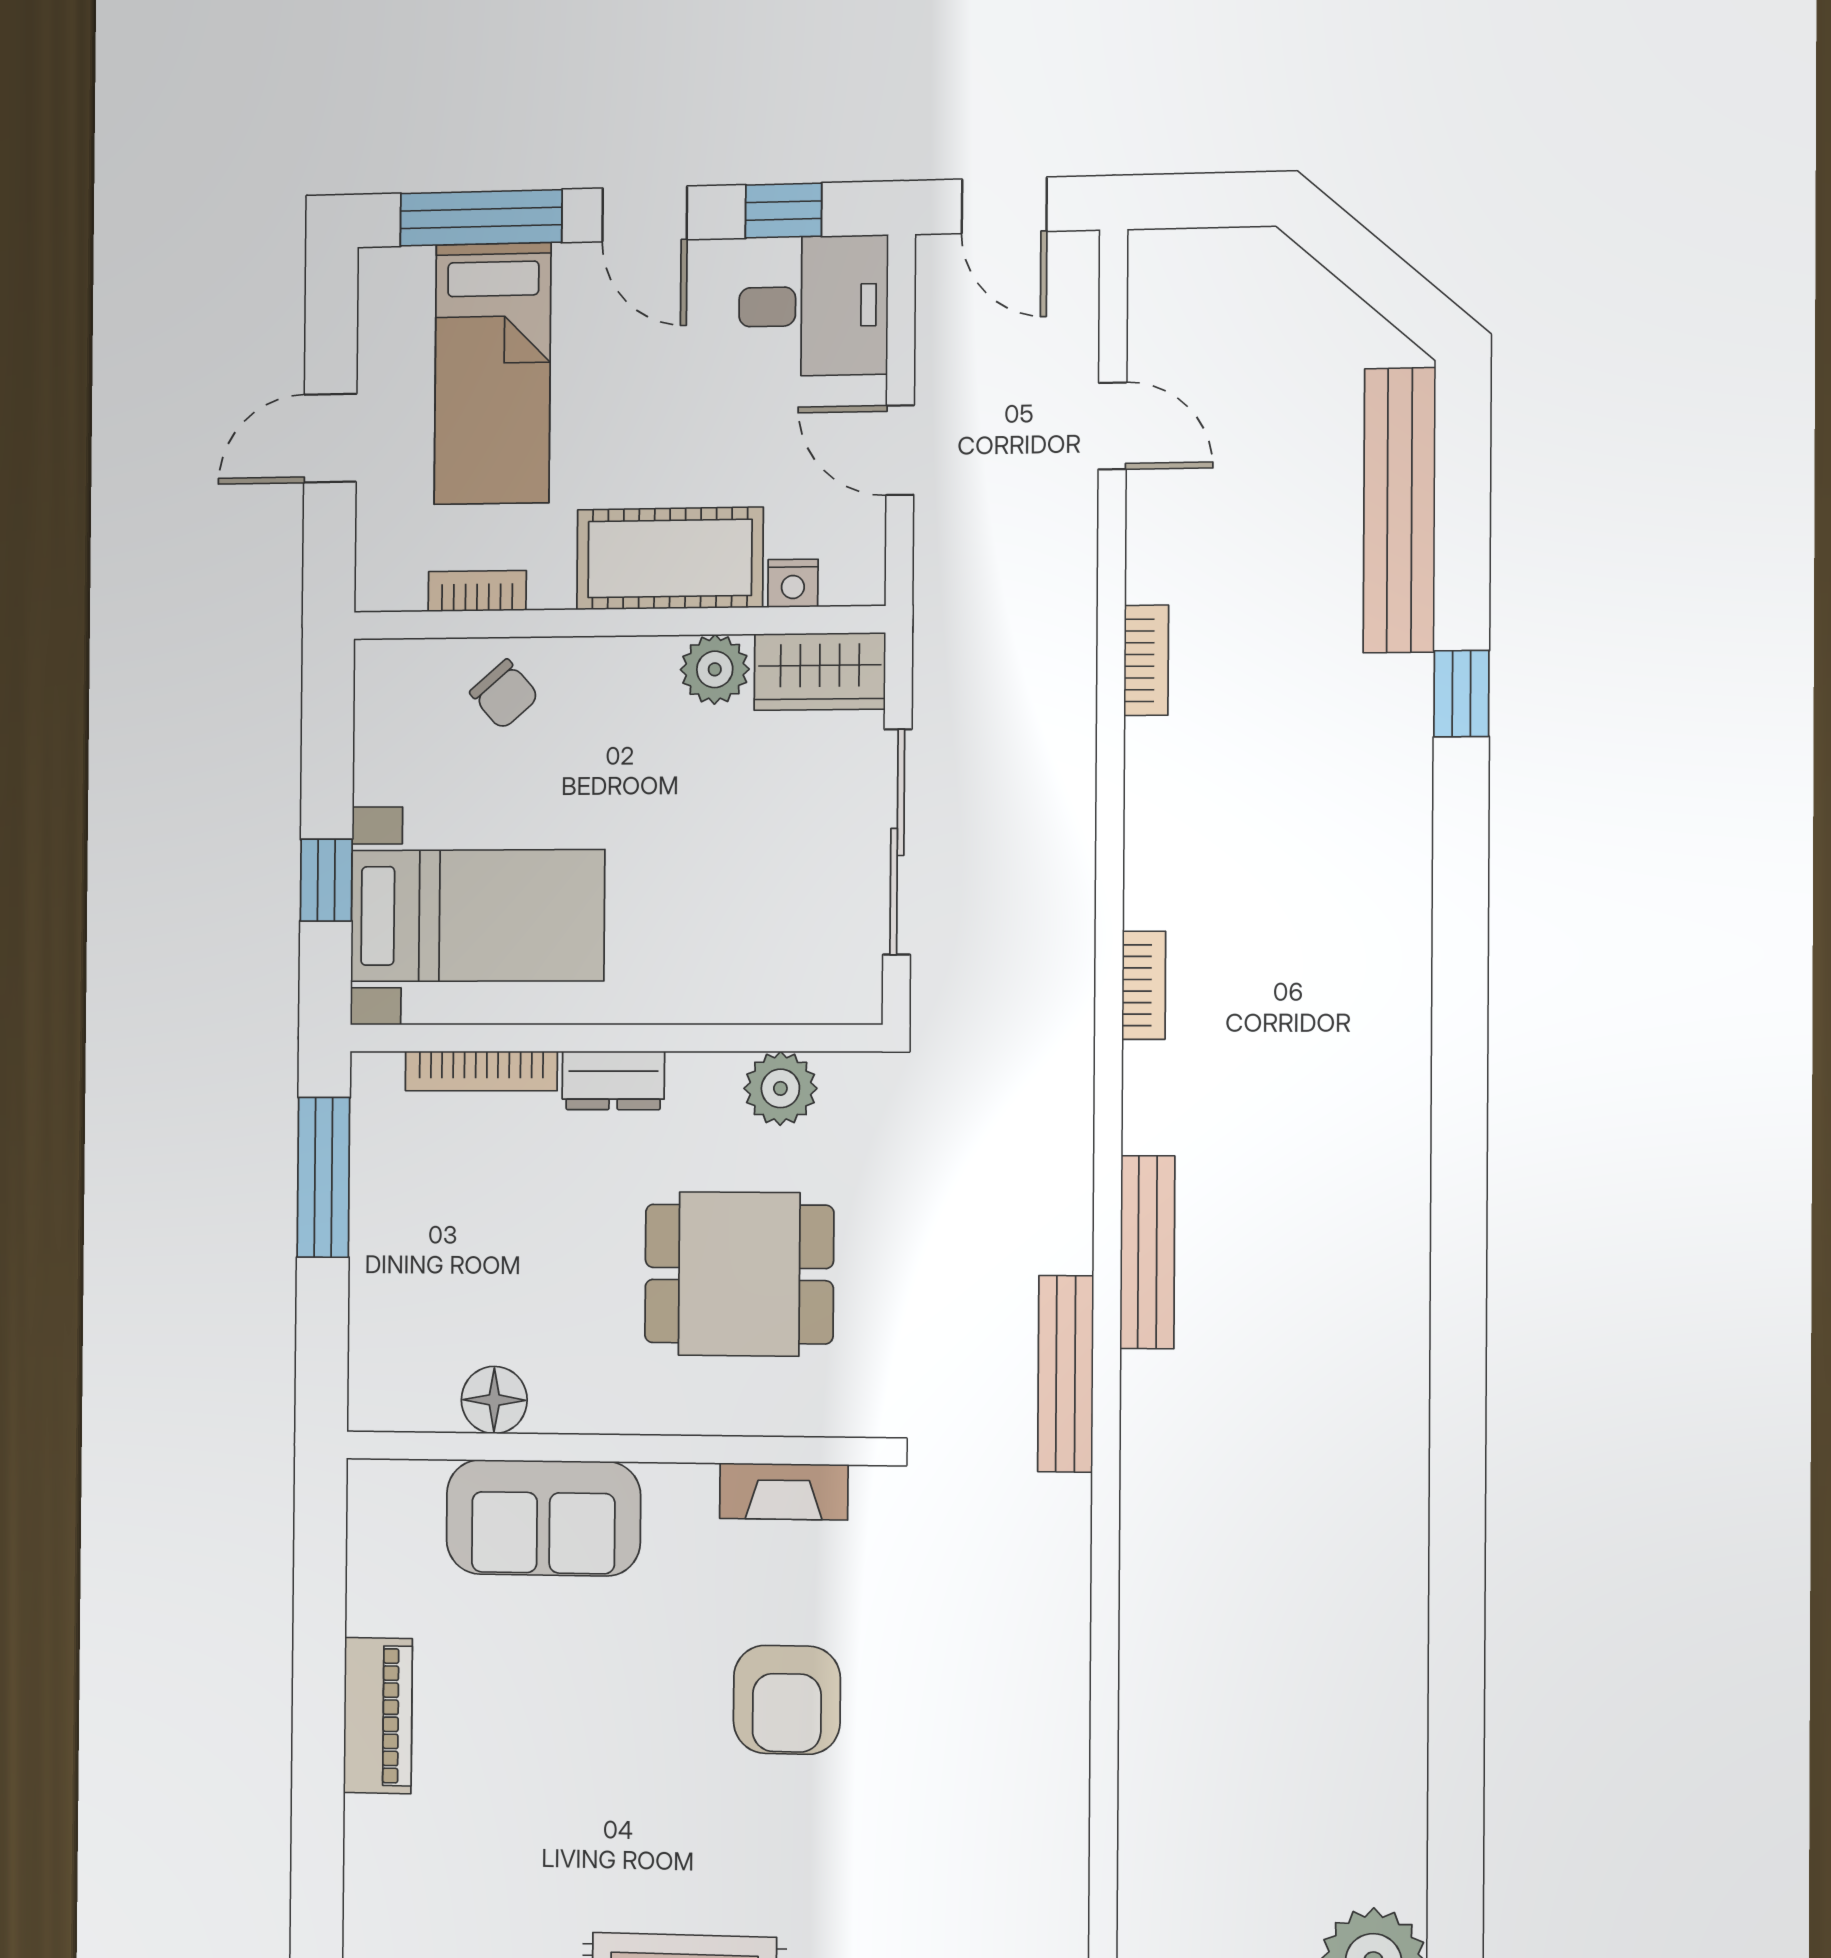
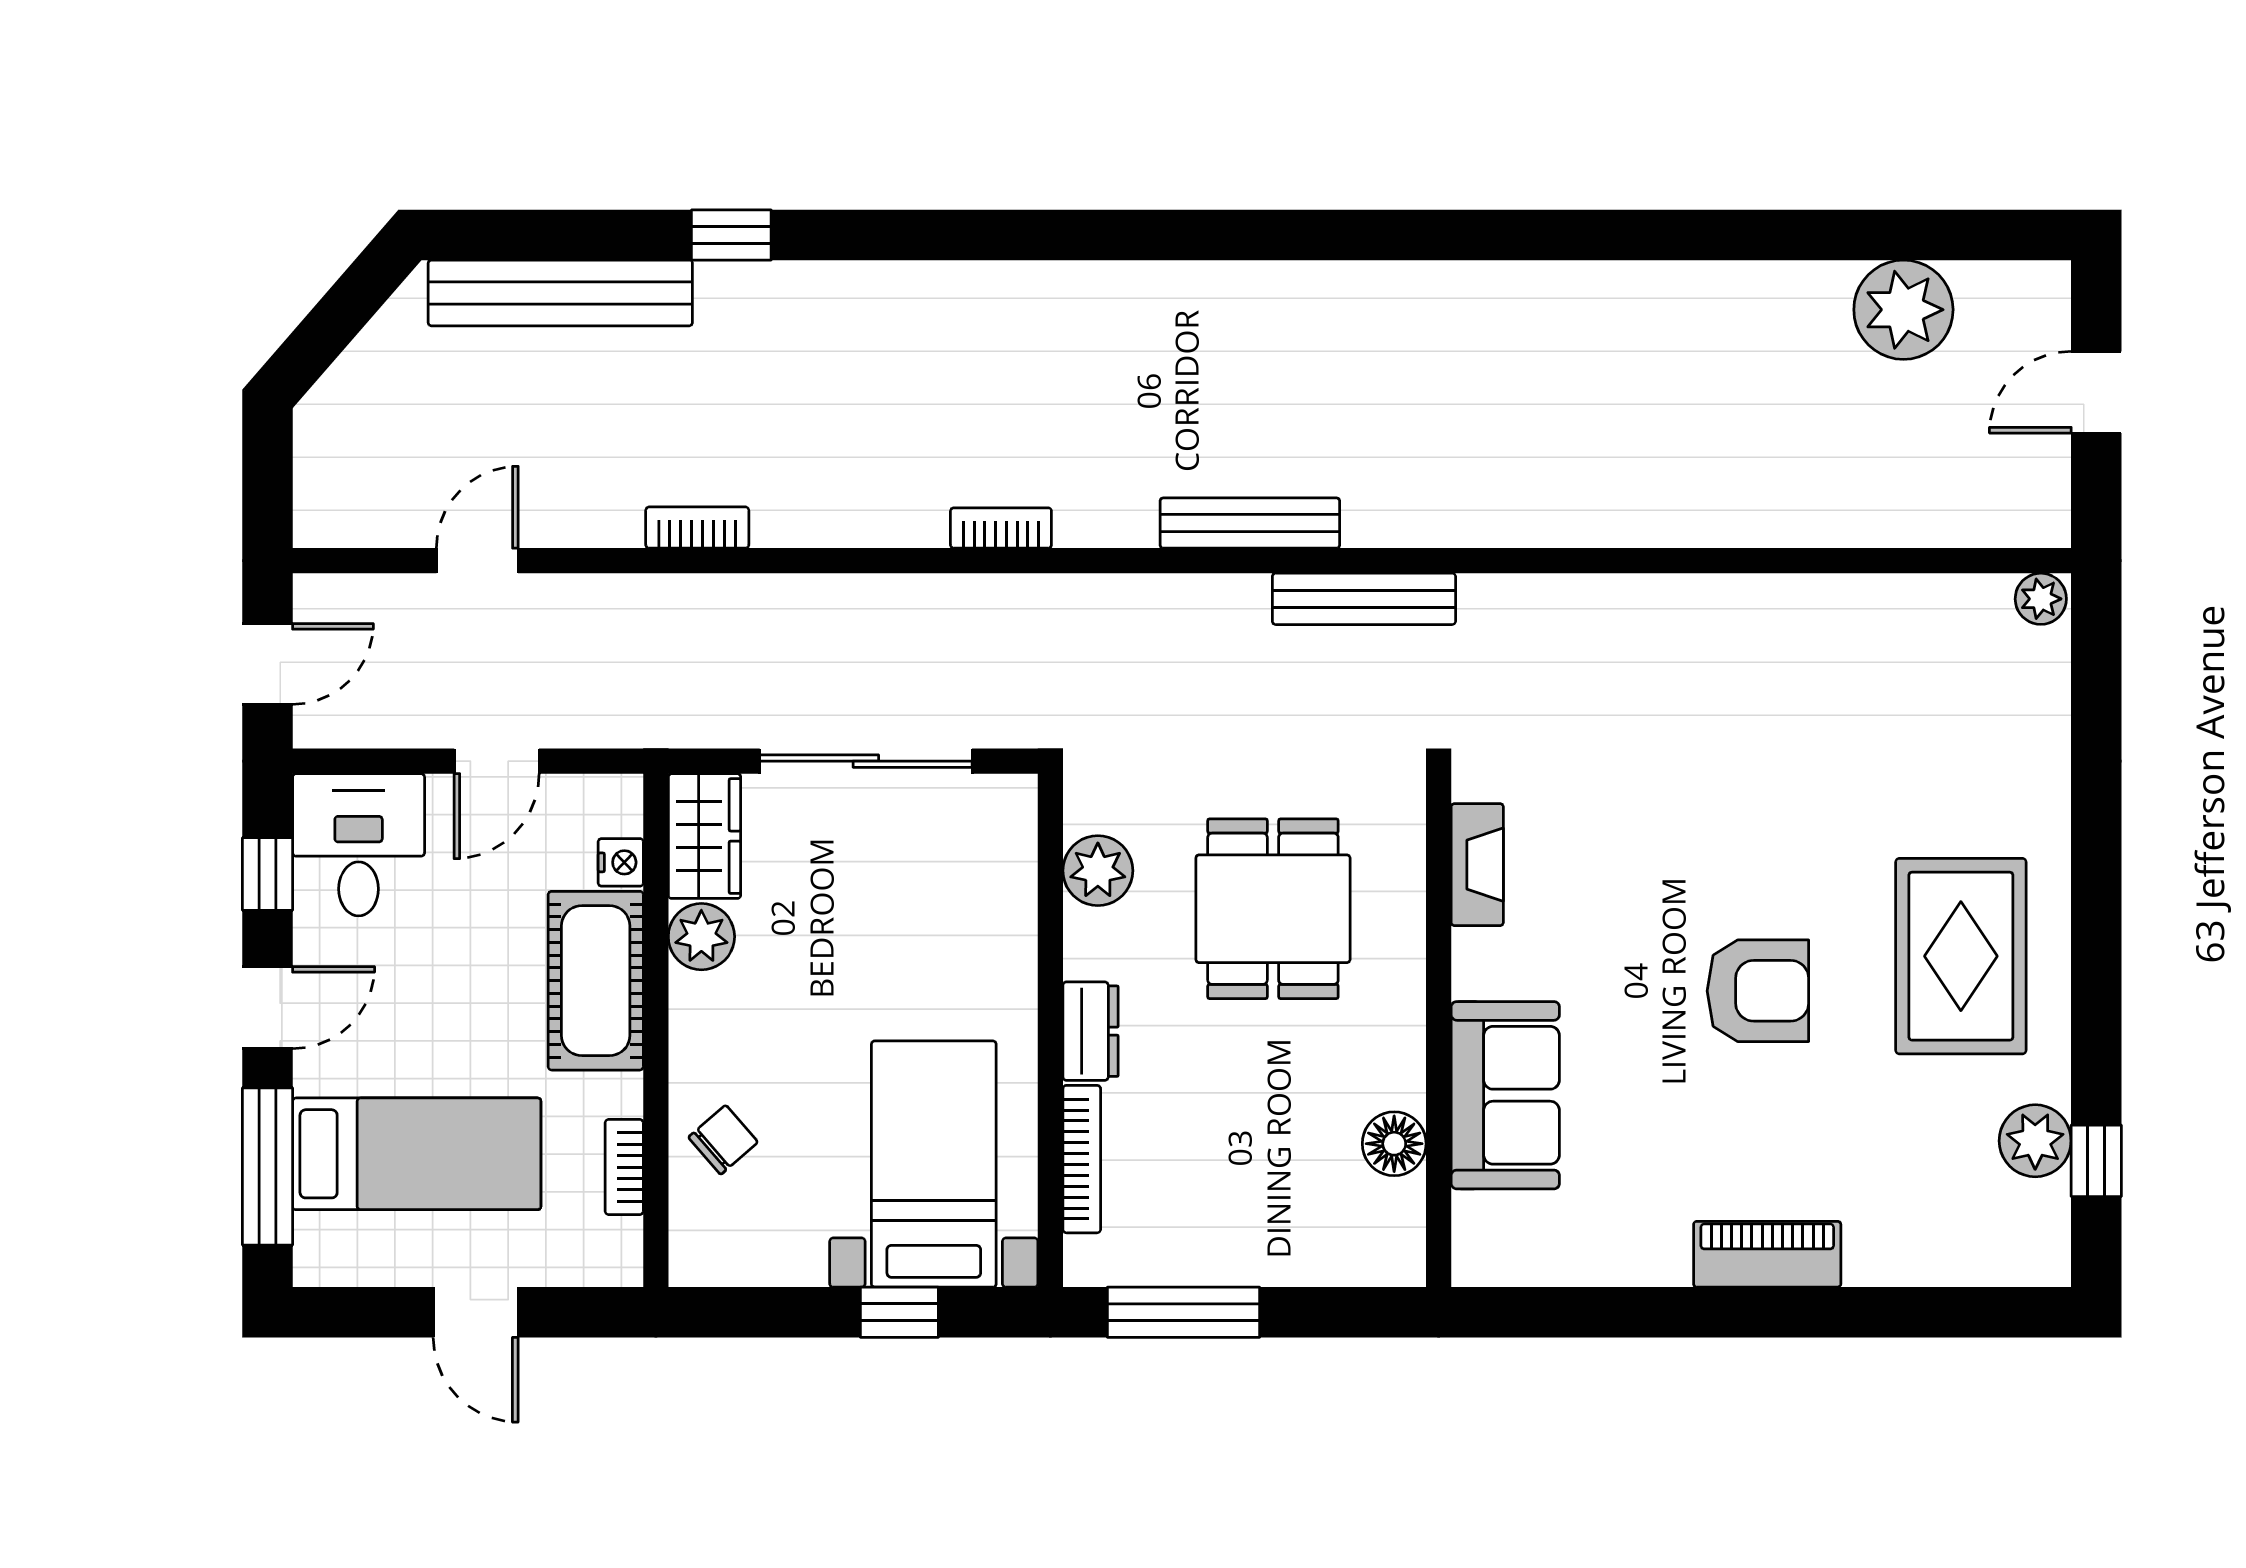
armchair: (787, 1700) -> (1758, 991), moved
piano: (378, 1715) -> (1767, 1254), moved

